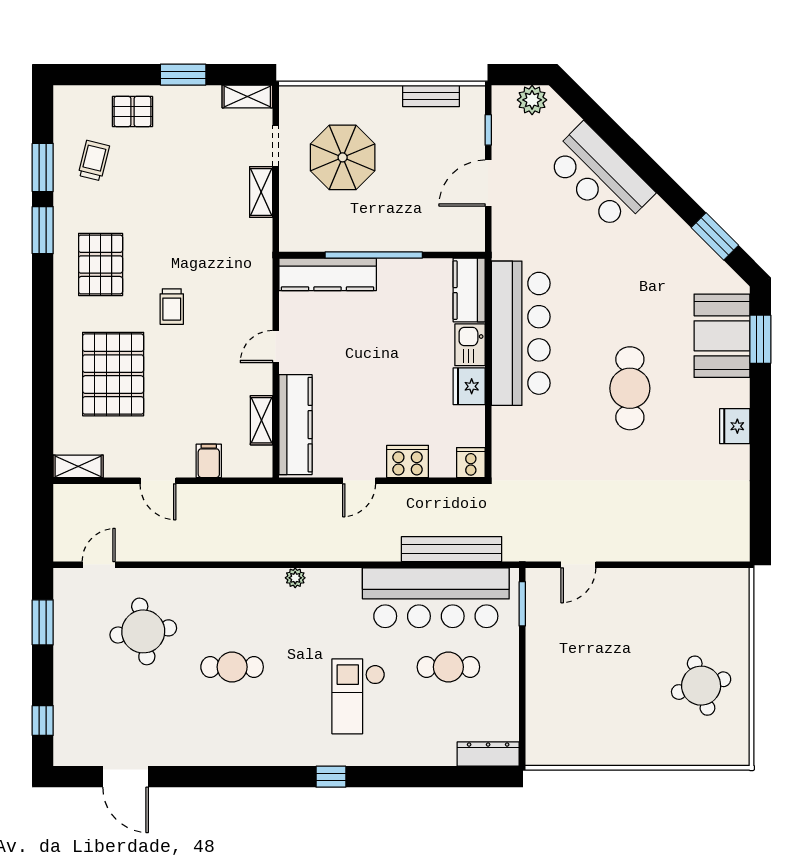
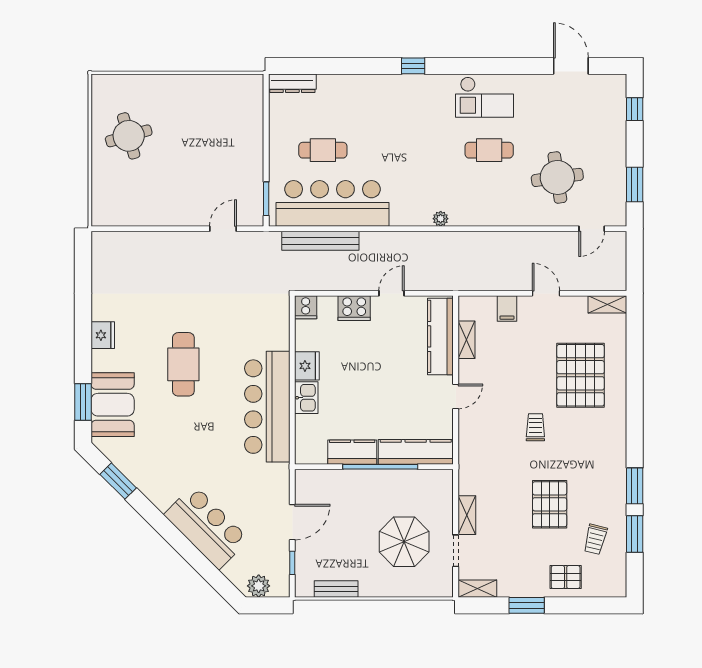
pallet: (101, 264) -> (550, 504), moved
kitchen counter: (469, 290) -> (352, 452), moved, turned -90
checkout: (358, 696) -> (485, 97), moved, turned 90

